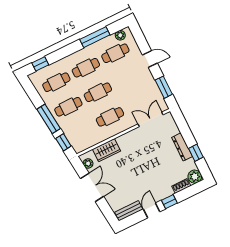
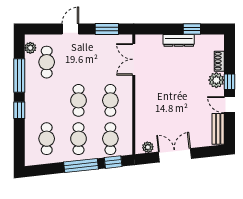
window: (40, 64) -> (19, 110), moved
cafe table: (86, 68) -> (110, 139), moved
wardrobe: (107, 150) -> (143, 121), removed
plant: (195, 177) -> (216, 80), moved

